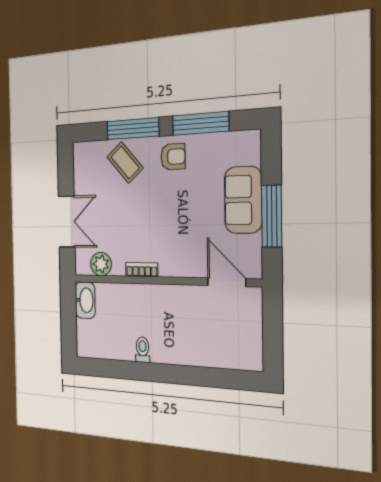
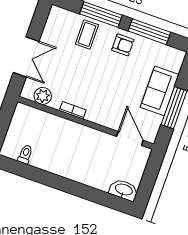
coffee table: (125, 162) -> (87, 34), turned 41
washbasin: (85, 300) -> (124, 190), moved, turned -90
toilet: (143, 350) -> (25, 154), moved

